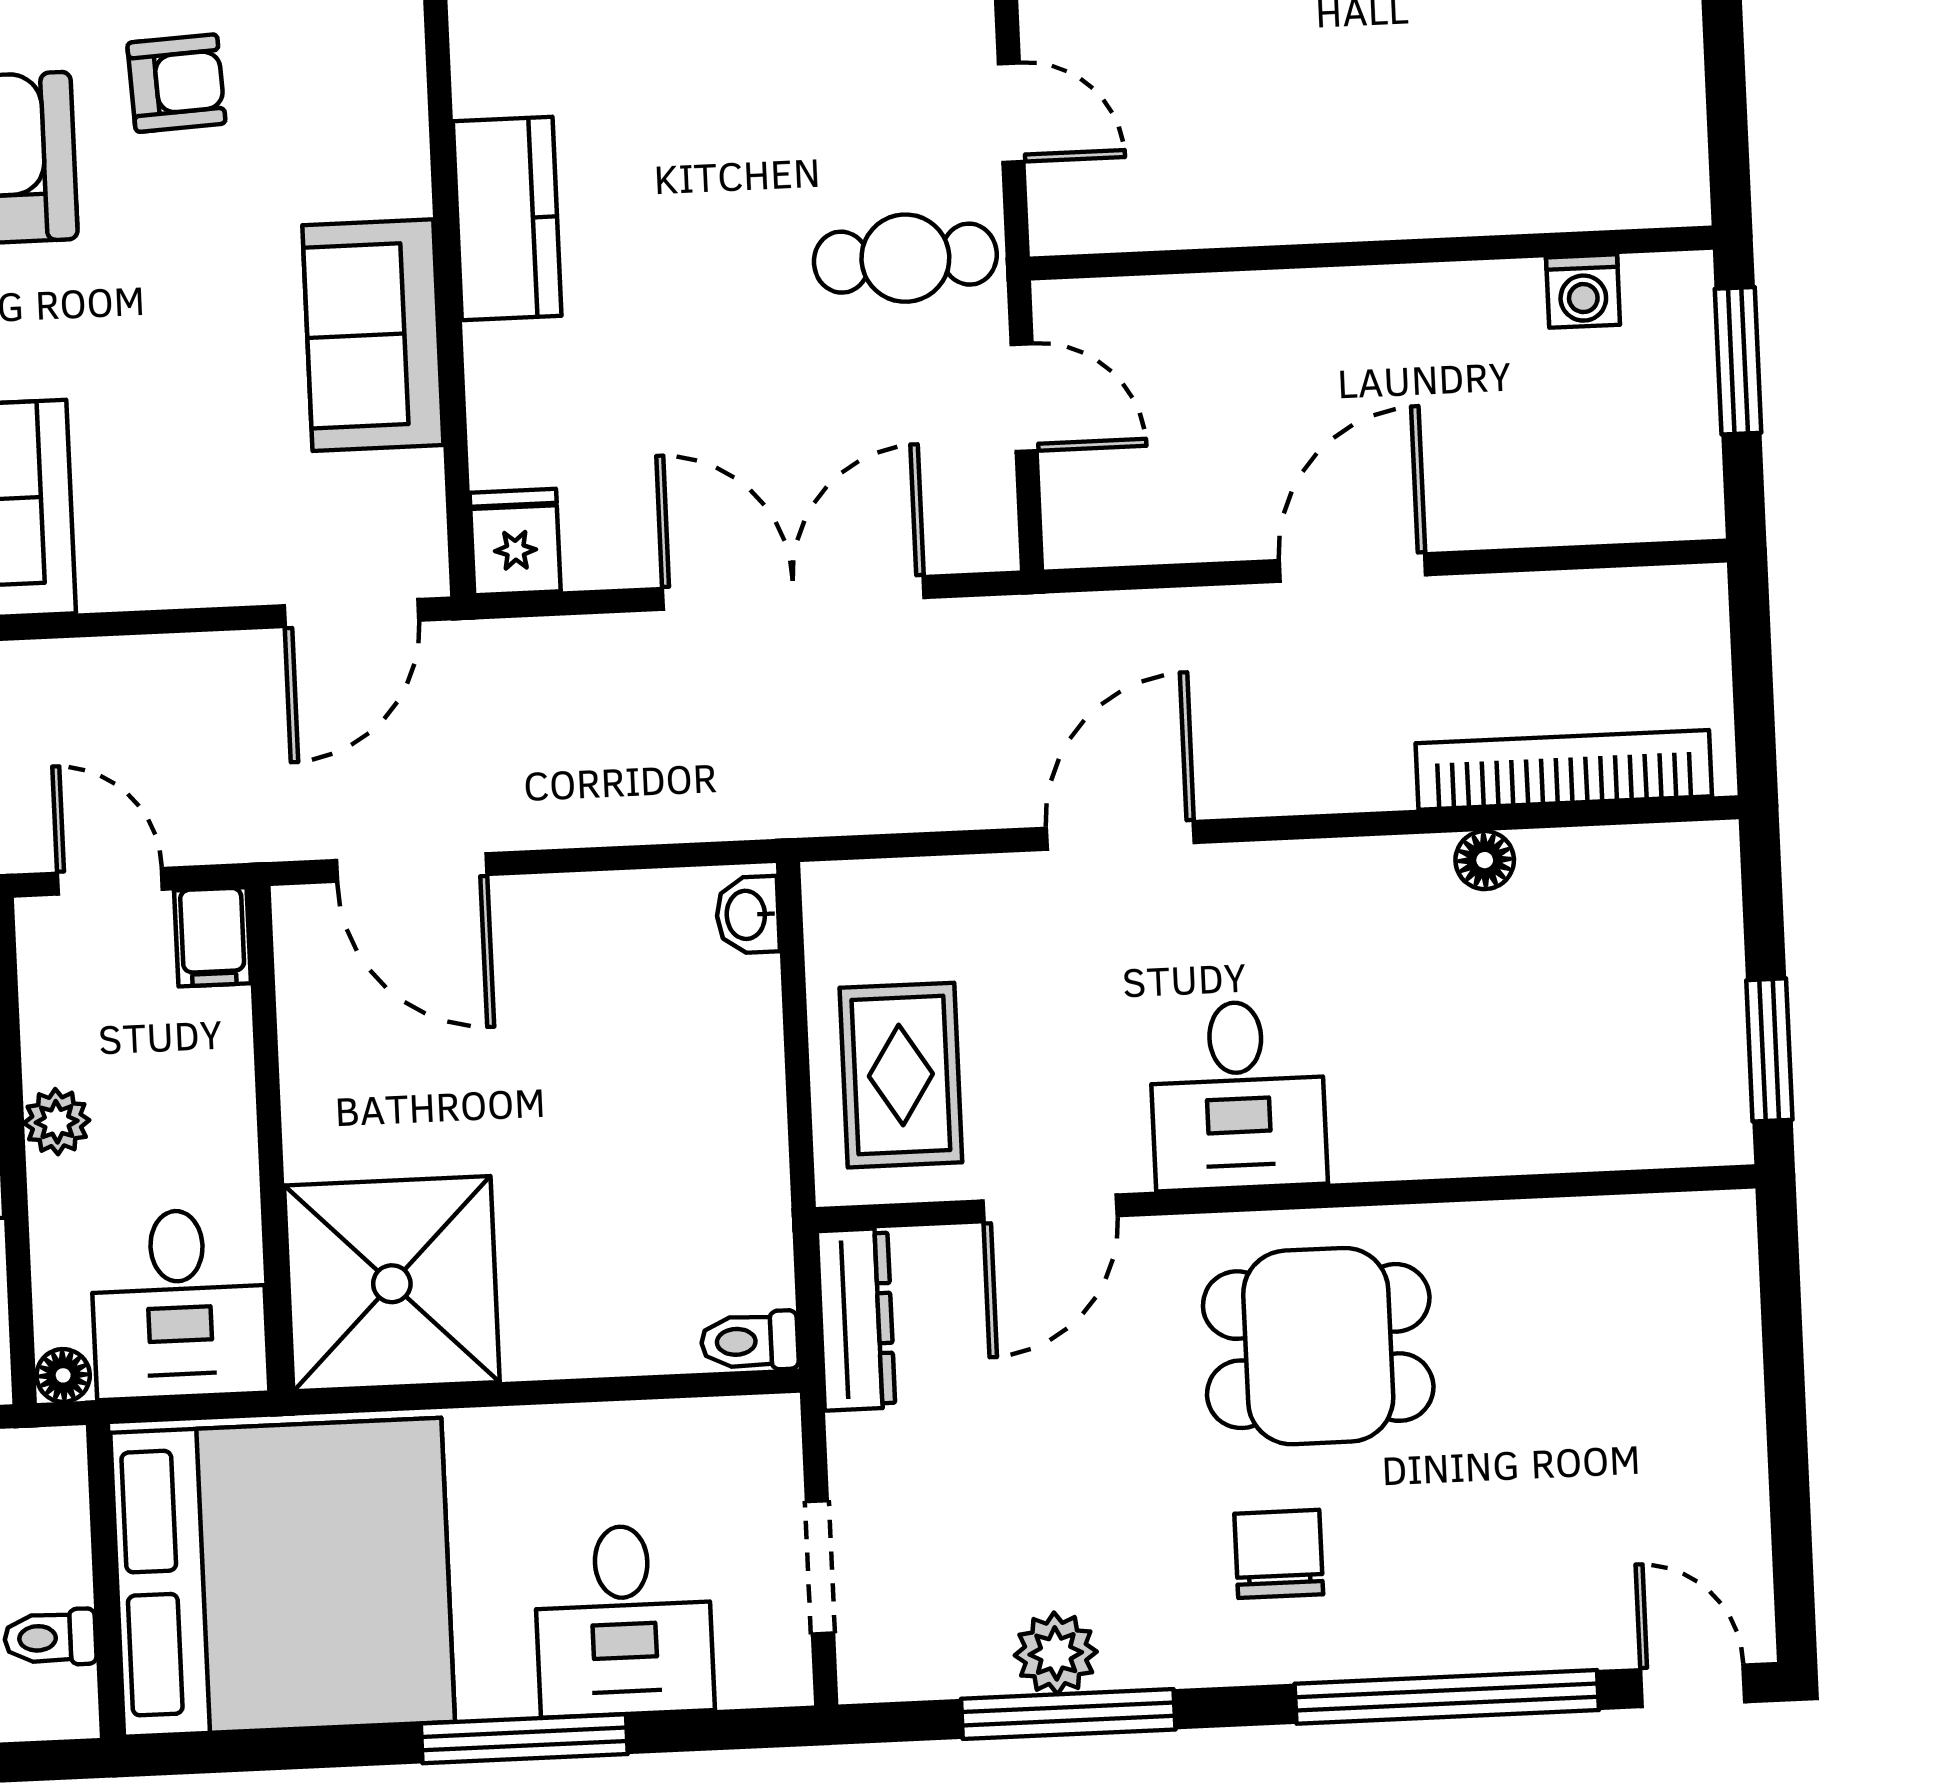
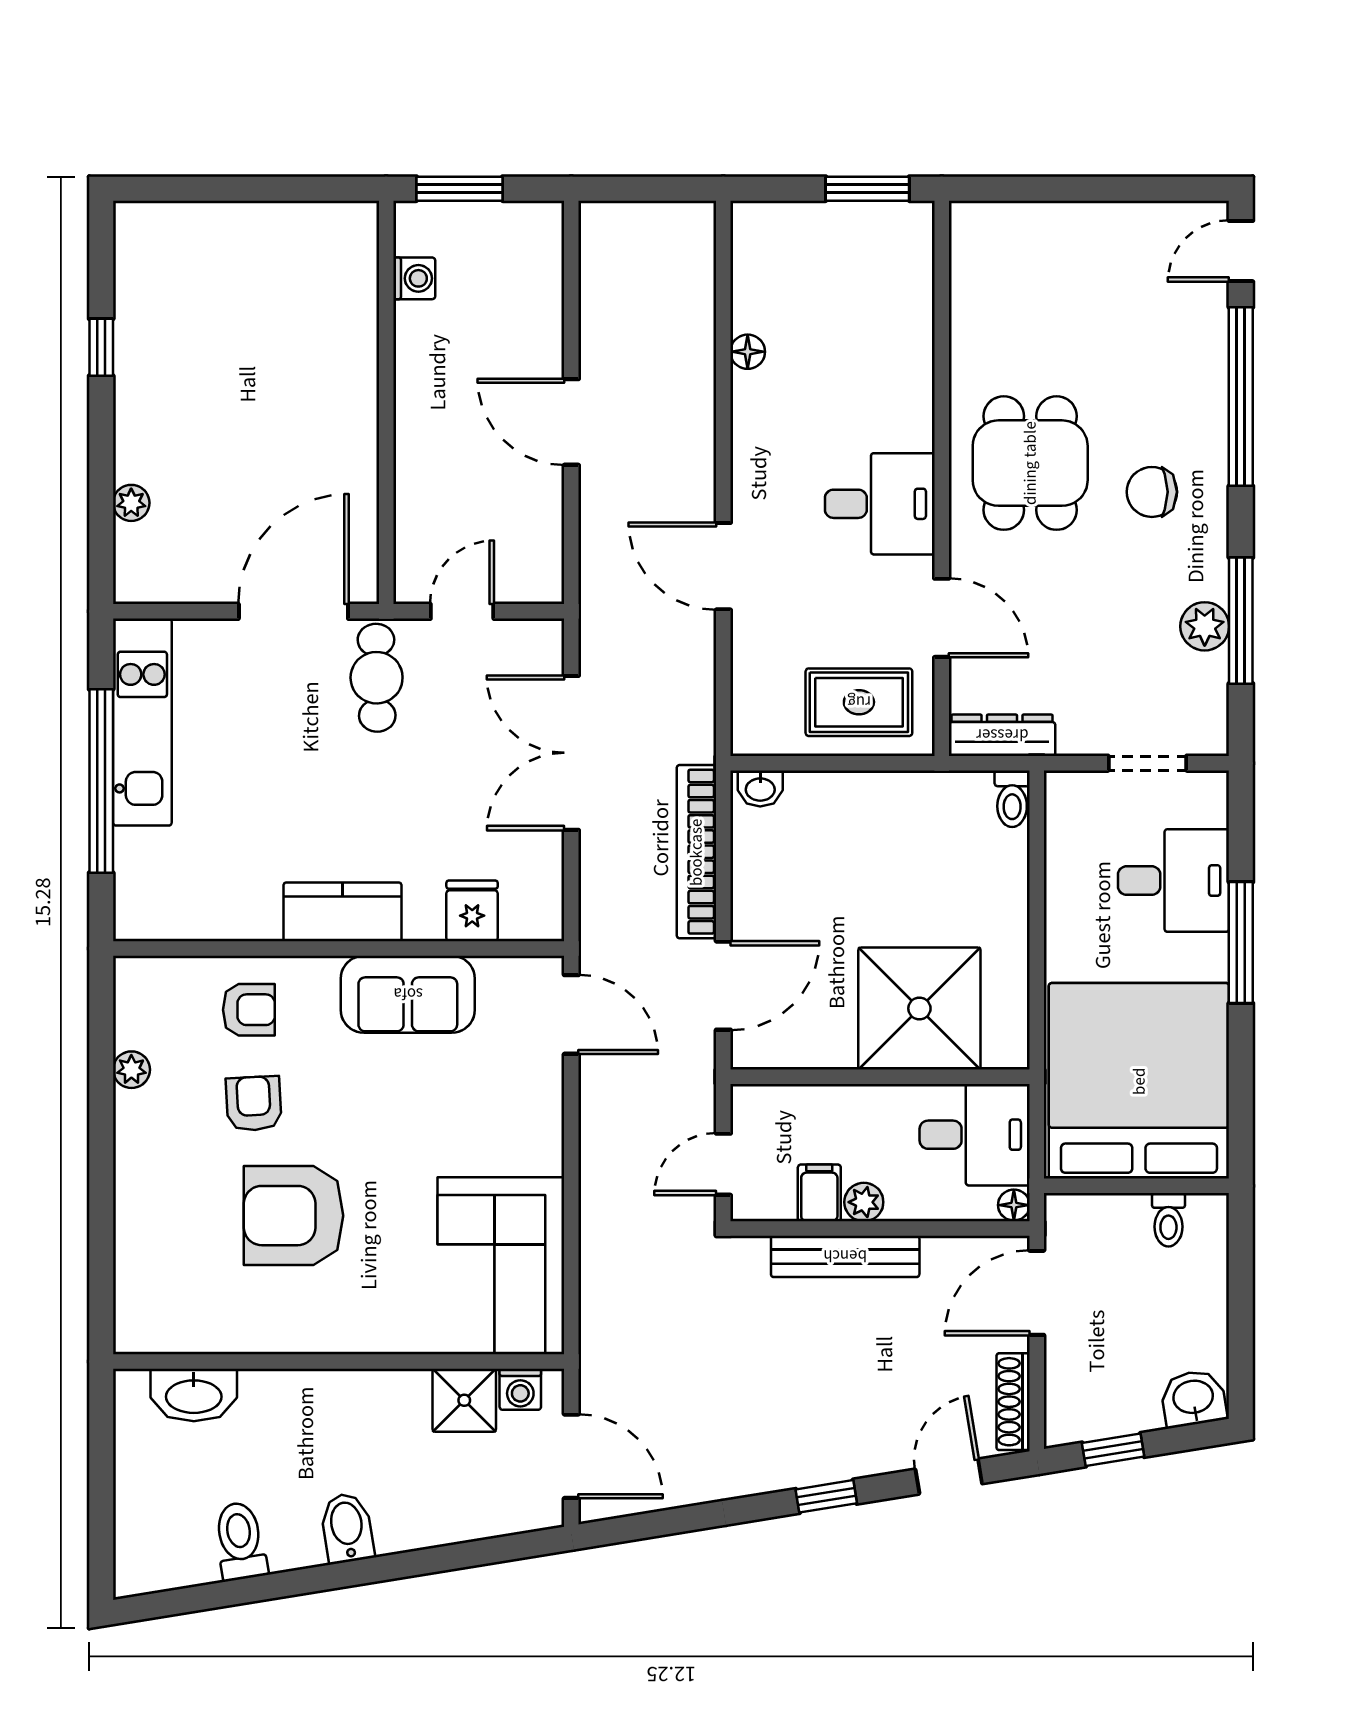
armchair: (335, 68) -> (249, 1010), added
door: (1011, 113) -> (293, 611), width x1.88
fridge: (515, 542) -> (472, 911), moved, turned 90
bookcase: (1564, 770) -> (696, 852), moved
filing cabinet: (212, 937) -> (819, 1193), moved, turned -90
shower: (392, 1284) -> (919, 1008), moved

